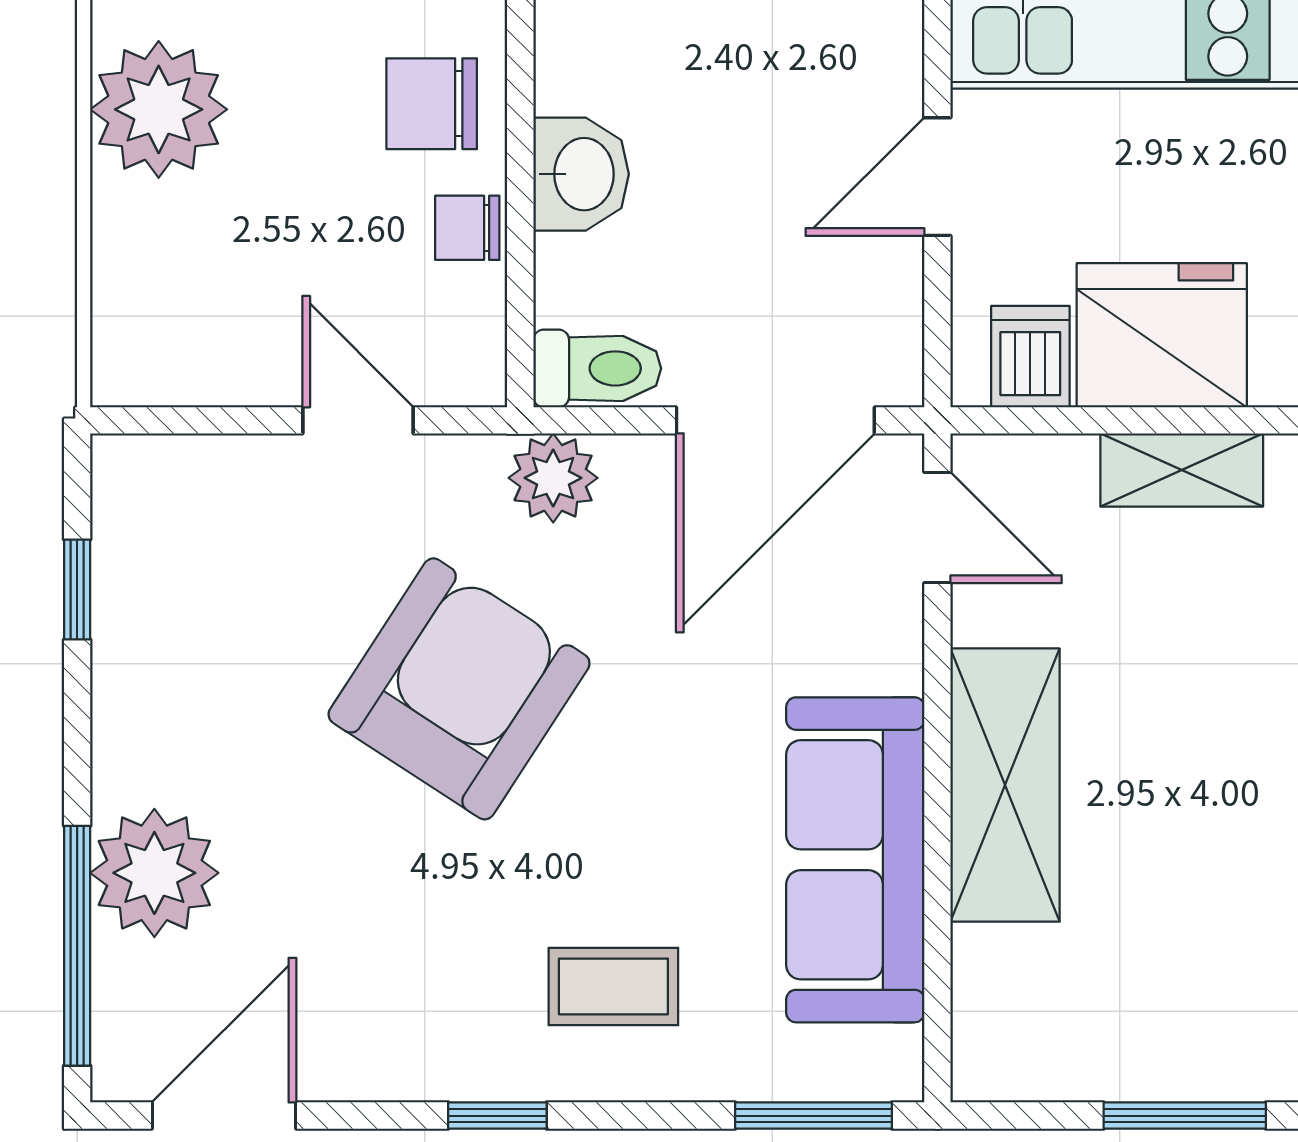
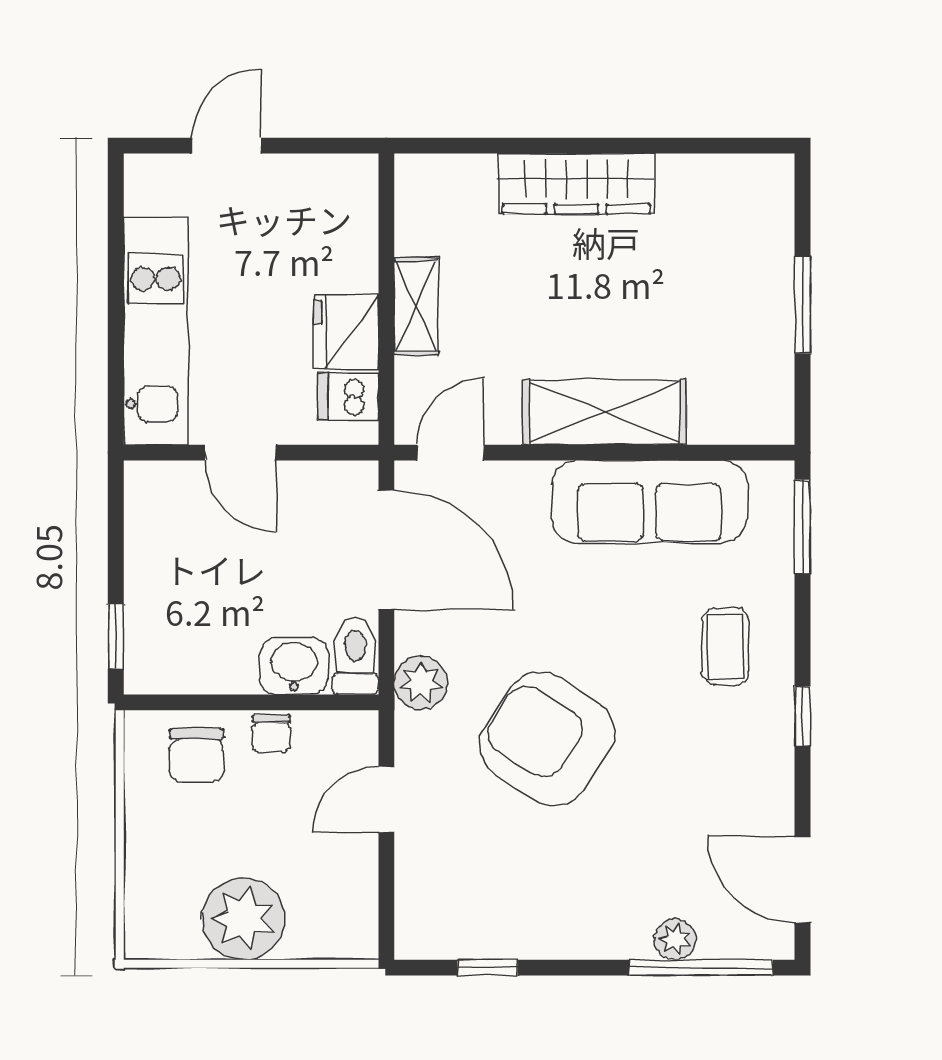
plant: (159, 109) -> (243, 919), moved
washbasin: (581, 174) -> (294, 666), moved
fridge: (1162, 335) -> (346, 332), width x0.73, depth x0.75
plant: (154, 873) -> (675, 939), width x0.53, depth x0.53

